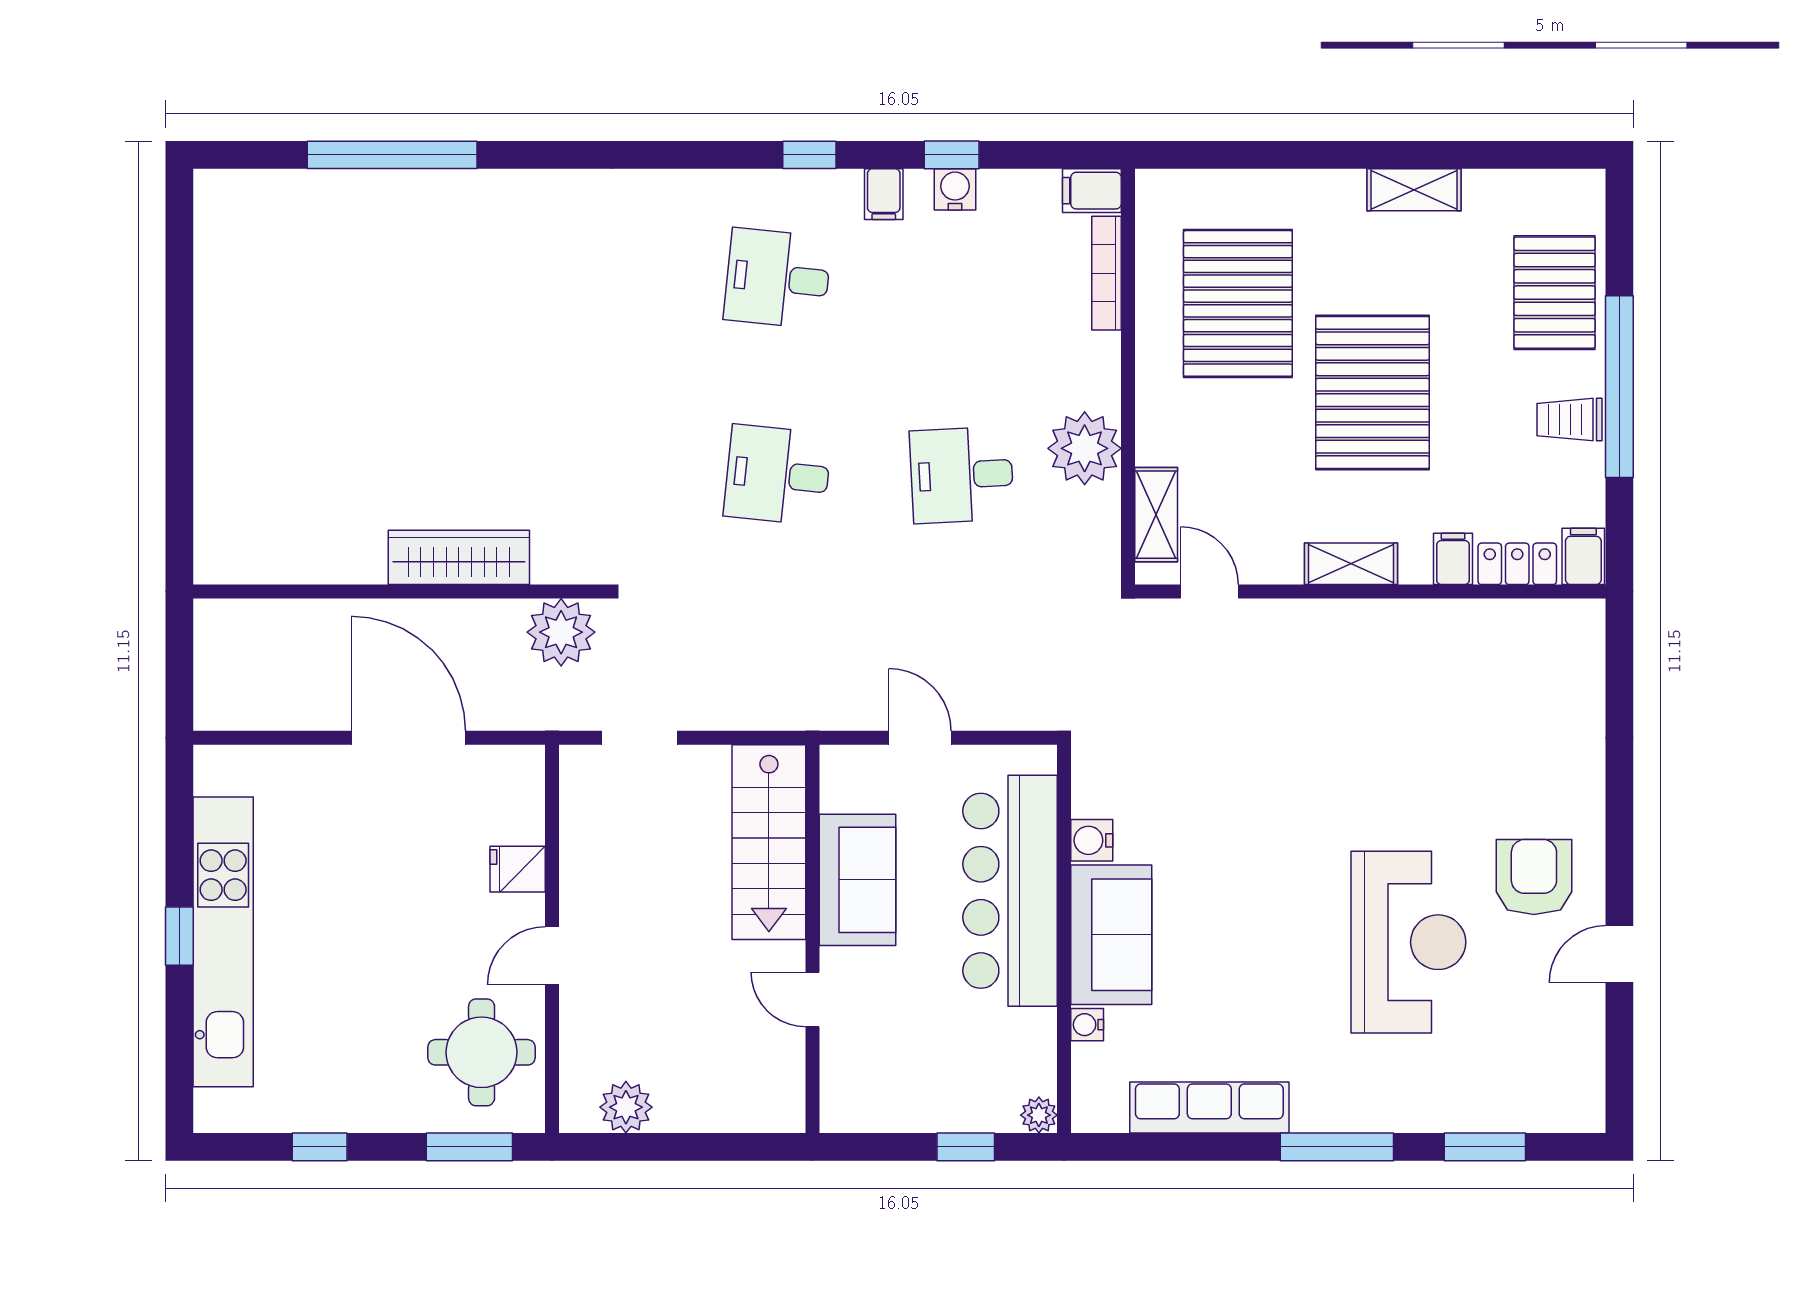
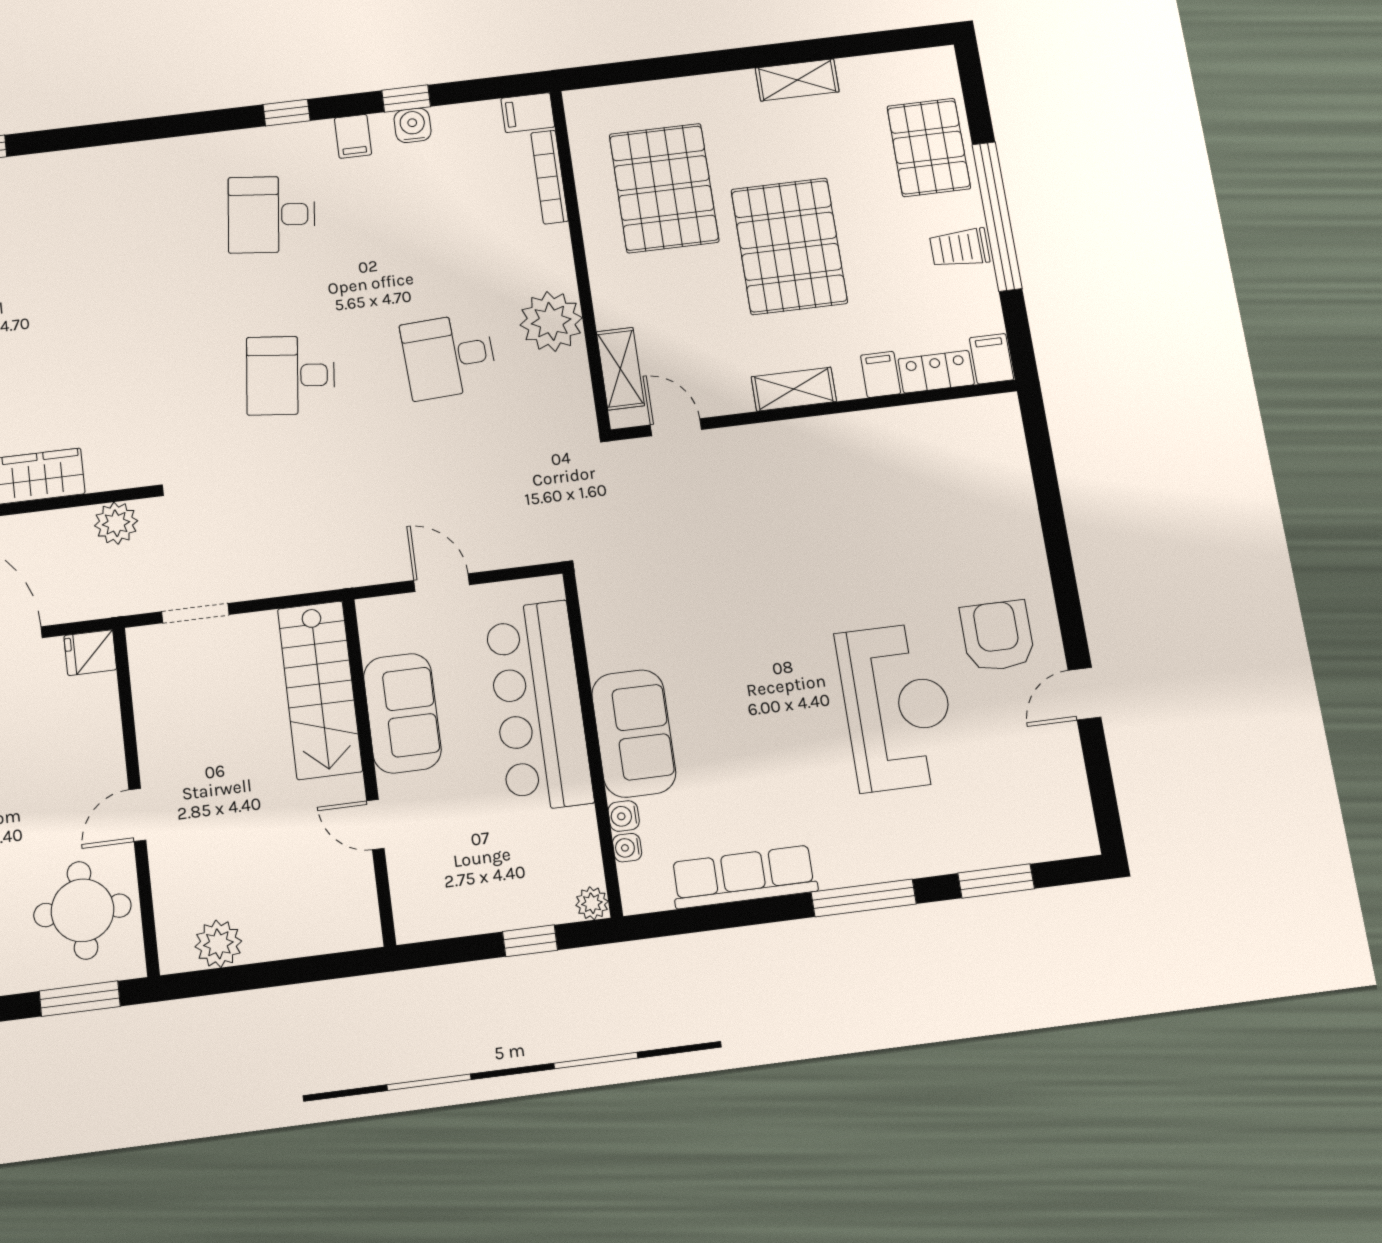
plant: (561, 632) -> (116, 523), width x0.73, depth x0.73
water cooler: (1092, 840) -> (627, 848), moved, width x0.72, depth x0.72
fridge: (518, 869) -> (90, 653), moved

